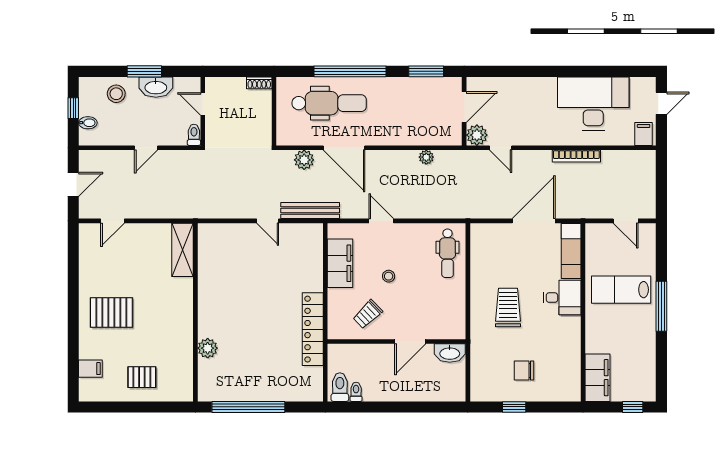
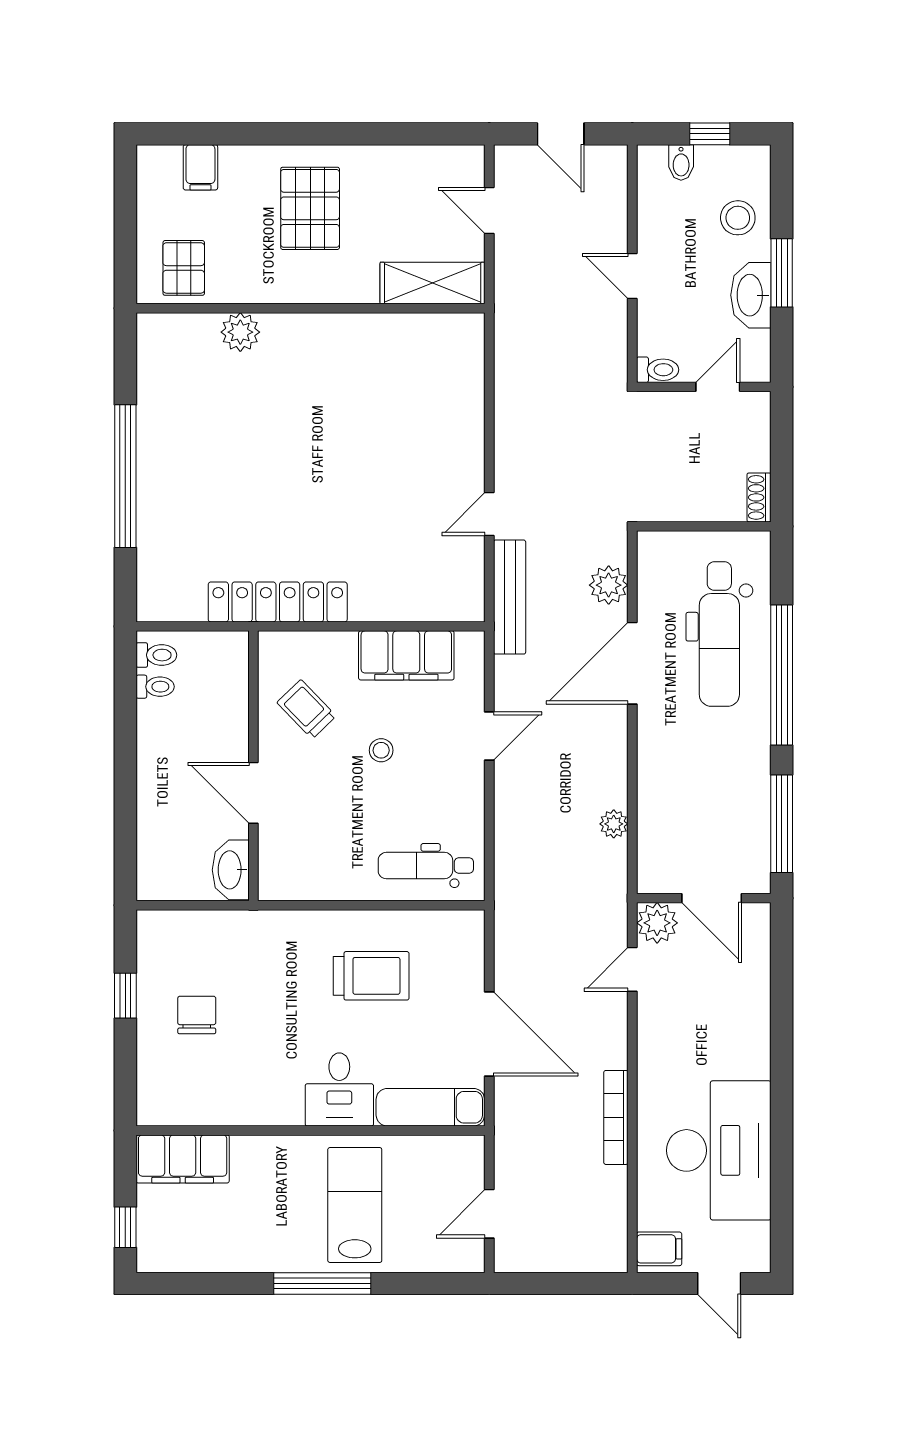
window: (426, 71) -> (782, 824), width x1.44
shelving: (182, 250) -> (433, 283), moved
trolley: (508, 308) -> (371, 976), moved
wall: (195, 312) -> (311, 308), moved
plant: (208, 348) -> (240, 332), moved
toilet: (340, 387) -> (156, 655), width x0.73, depth x0.72

